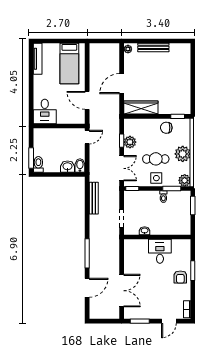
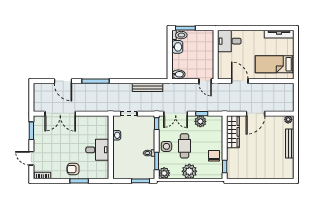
door: (122, 84) -> (256, 114), swing flipped
door: (87, 100) -> (240, 81), hinge flipped
washbasin: (67, 167) -> (177, 47), moved

